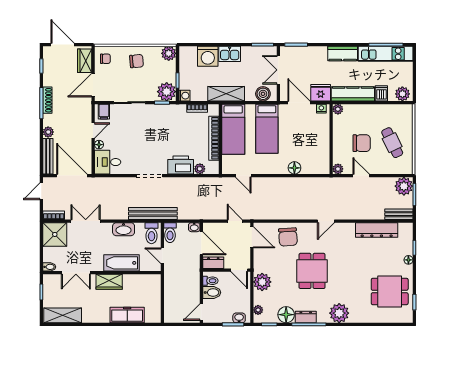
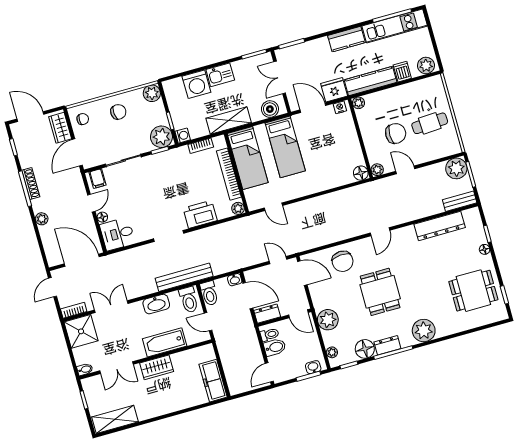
cafe table: (392, 143) -> (430, 123), turned -67
bench: (48, 156) -> (49, 246), removed
floor lamp: (294, 168) -> (361, 173), moved
plant: (200, 169) -> (238, 208), moved
freezer: (127, 315) -> (213, 381), moved, turned -90

